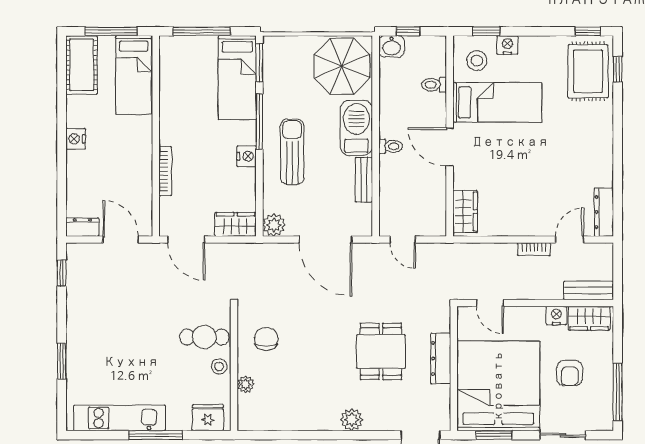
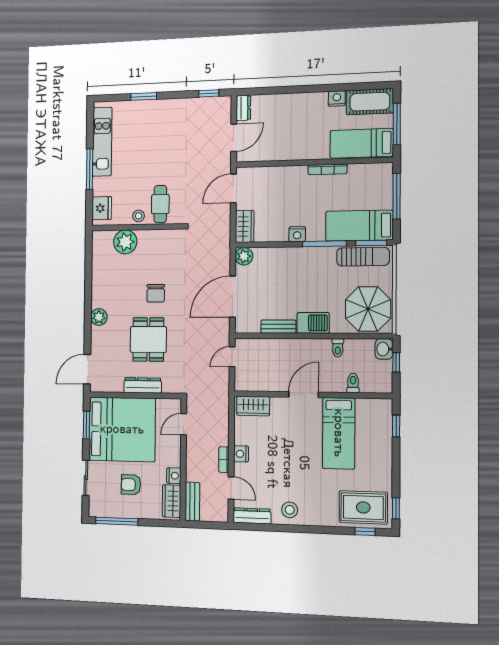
nightstand: (507, 45) -> (241, 454), moved, turned 180
stool: (477, 61) -> (290, 510), moved
barbecue: (356, 128) -> (313, 323), width x0.73, depth x0.83
nightstand: (76, 139) -> (337, 98), moved
toilet: (391, 146) -> (338, 348), moved
sun lounger: (292, 152) -> (363, 257), moved
bookcase: (165, 171) -> (328, 169), moved
chair: (266, 339) -> (156, 293), moved, turned 90
dining table: (381, 351) -> (148, 339), turned 90
plant: (246, 384) -> (125, 242), width x1.88, depth x1.88

